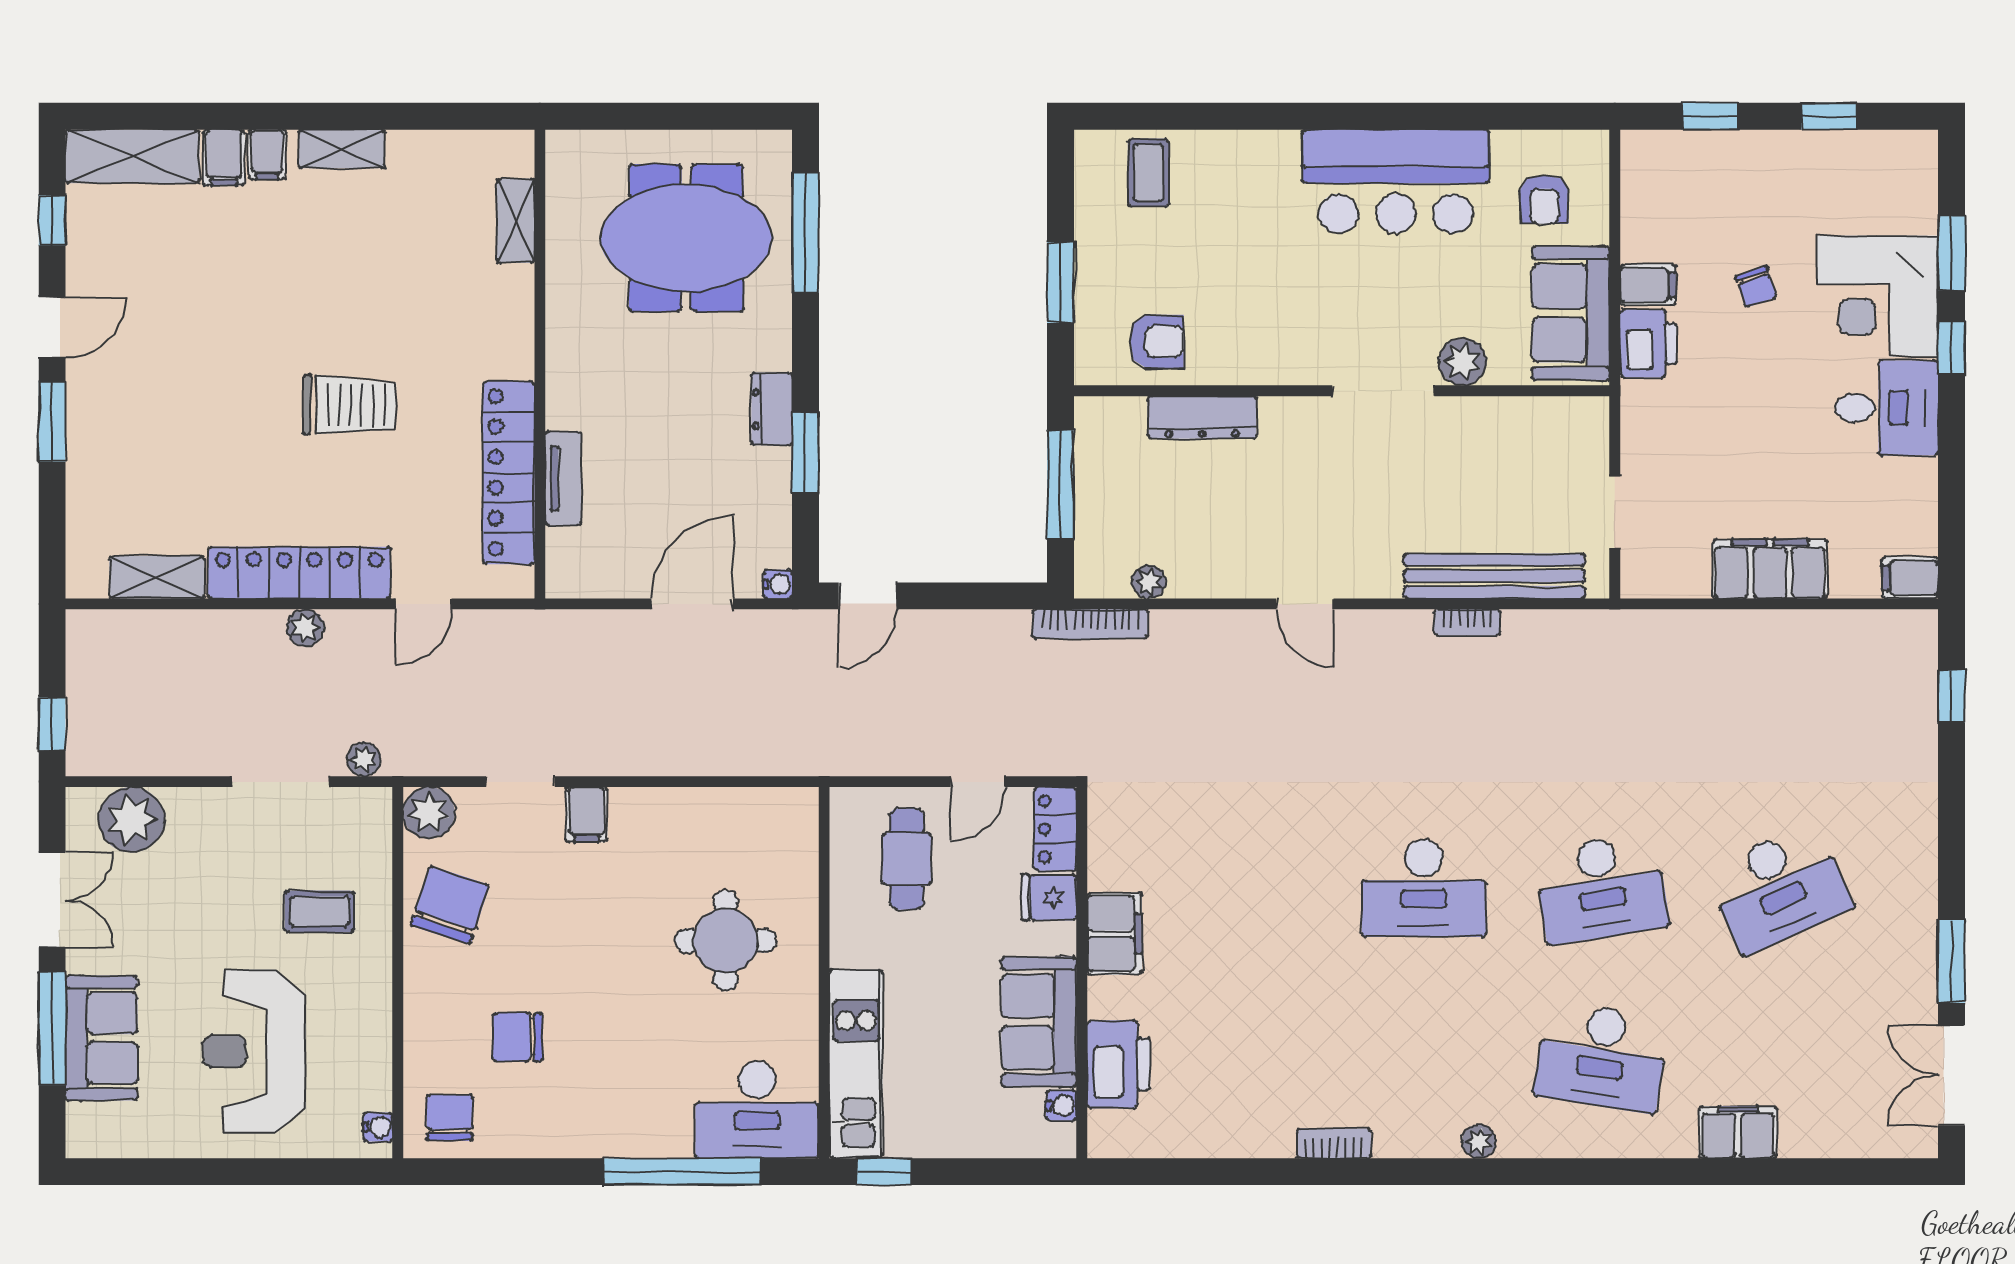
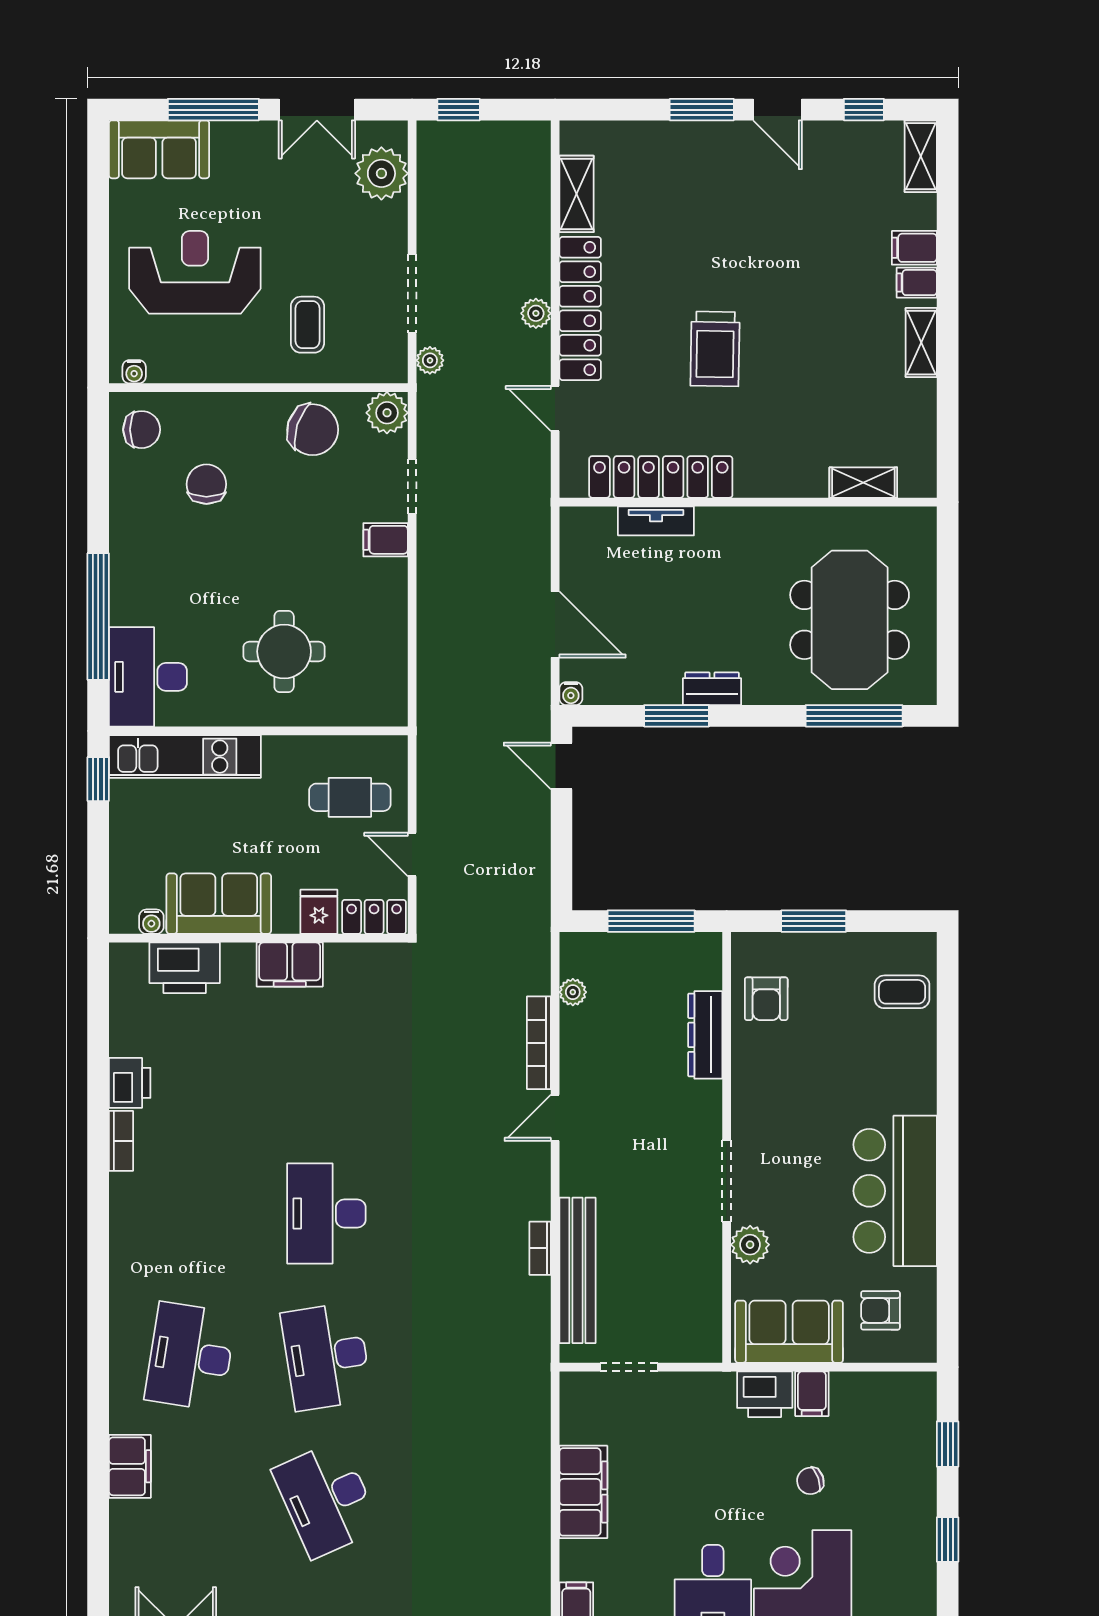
shelving: (132, 156) -> (921, 156), width x0.67, depth x0.75
bookcase: (1090, 624) -> (539, 1043), moved
sofa: (101, 1038) -> (159, 149), moved
printer: (1262, 1133) -> (130, 1083), added
plant: (1479, 1141) -> (123, 1258), removed

